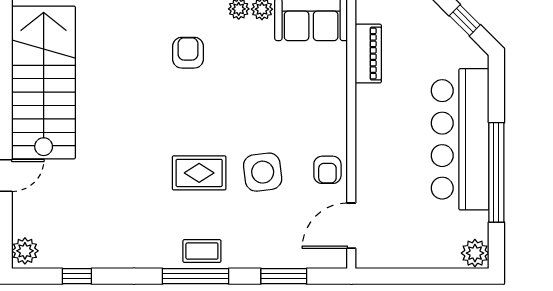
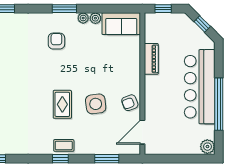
piano: (368, 54) -> (151, 59), moved
armchair: (327, 170) -> (130, 103), turned 69
rug: (199, 173) -> (62, 104), turned 90
window: (195, 276) -> (60, 159), width x0.46

